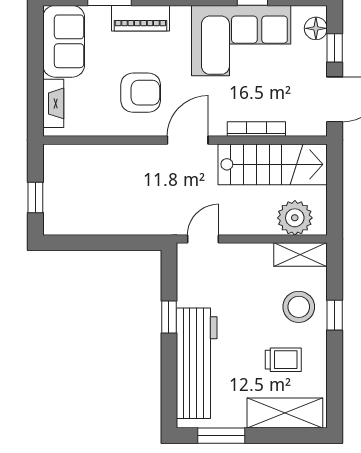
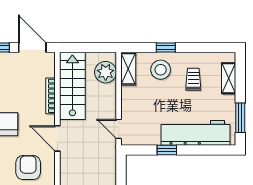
shelving: (285, 413) -> (229, 78), width x0.67, depth x0.75

